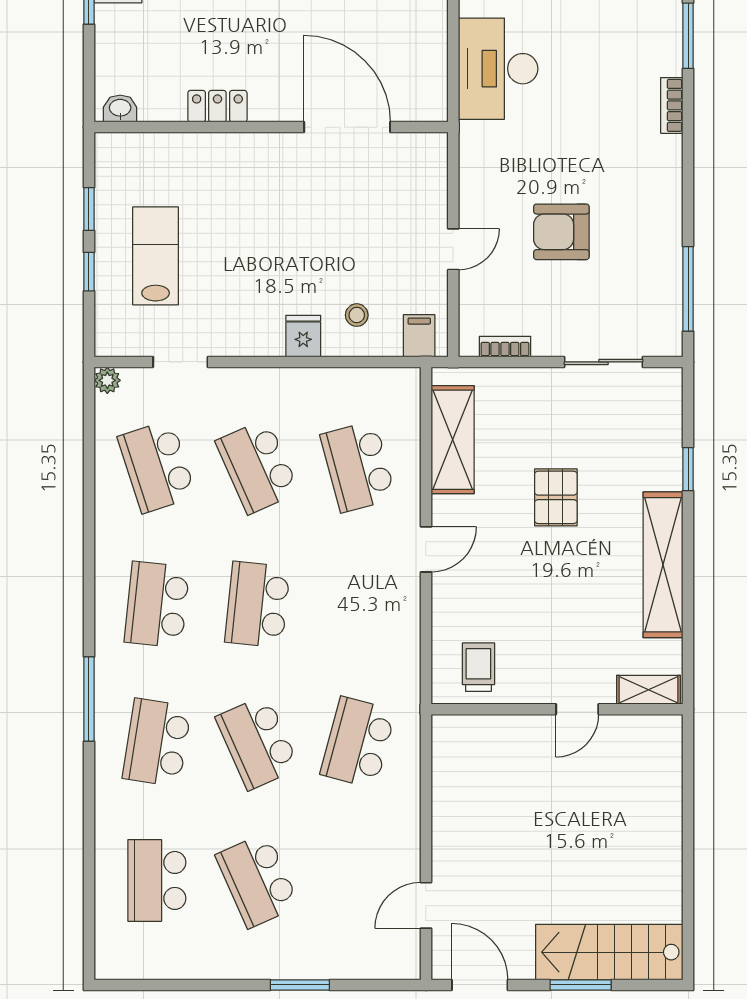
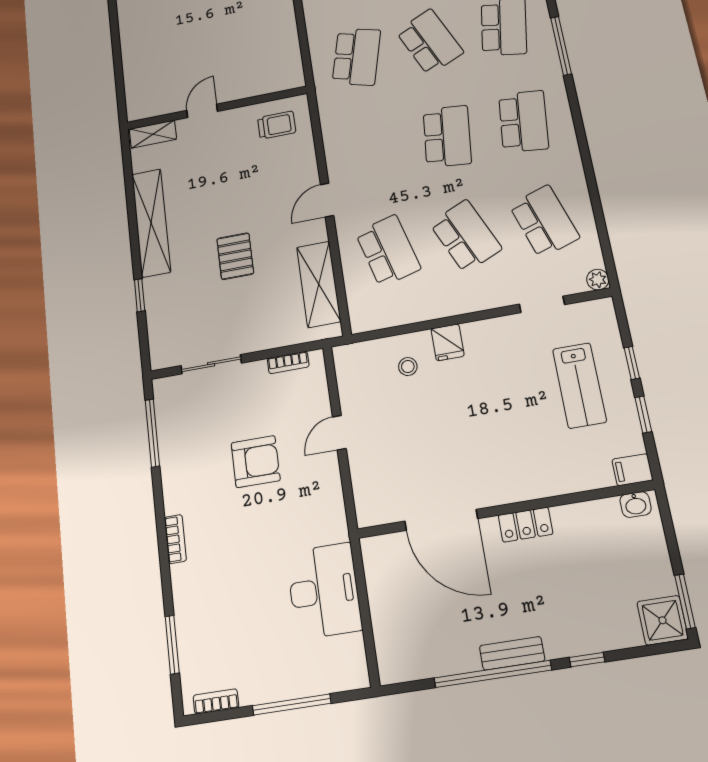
bookcase: (672, 105) -> (175, 539), moved
locker: (217, 106) -> (526, 525), moved
filing cabinet: (419, 336) -> (632, 470), moved, turned 90
trolley: (478, 667) -> (277, 125), turned -90

